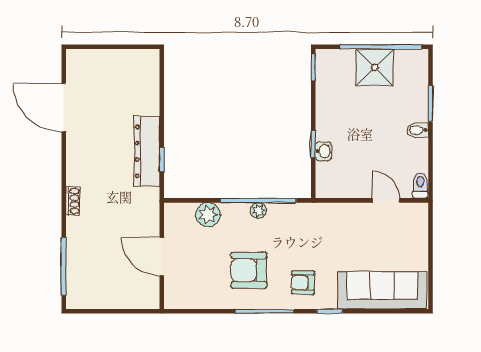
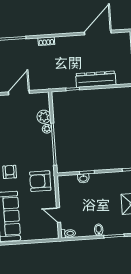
dresser: (147, 151) -> (96, 79), moved
door: (386, 200) -> (58, 215), swing flipped
plant: (258, 211) -> (47, 129), moved
armchair: (249, 270) -> (40, 181), moved, turned -90

